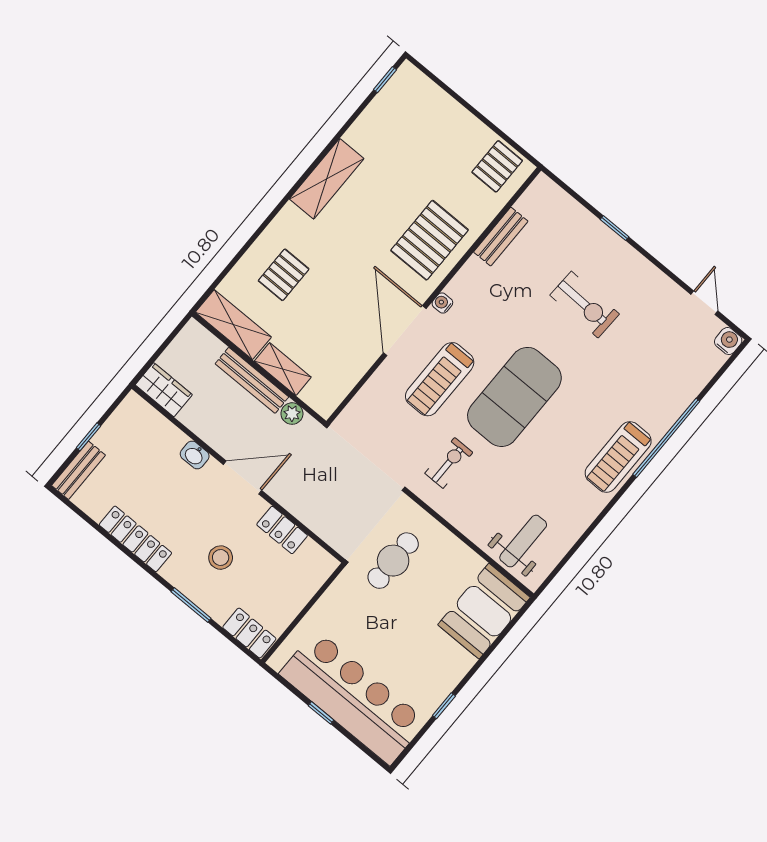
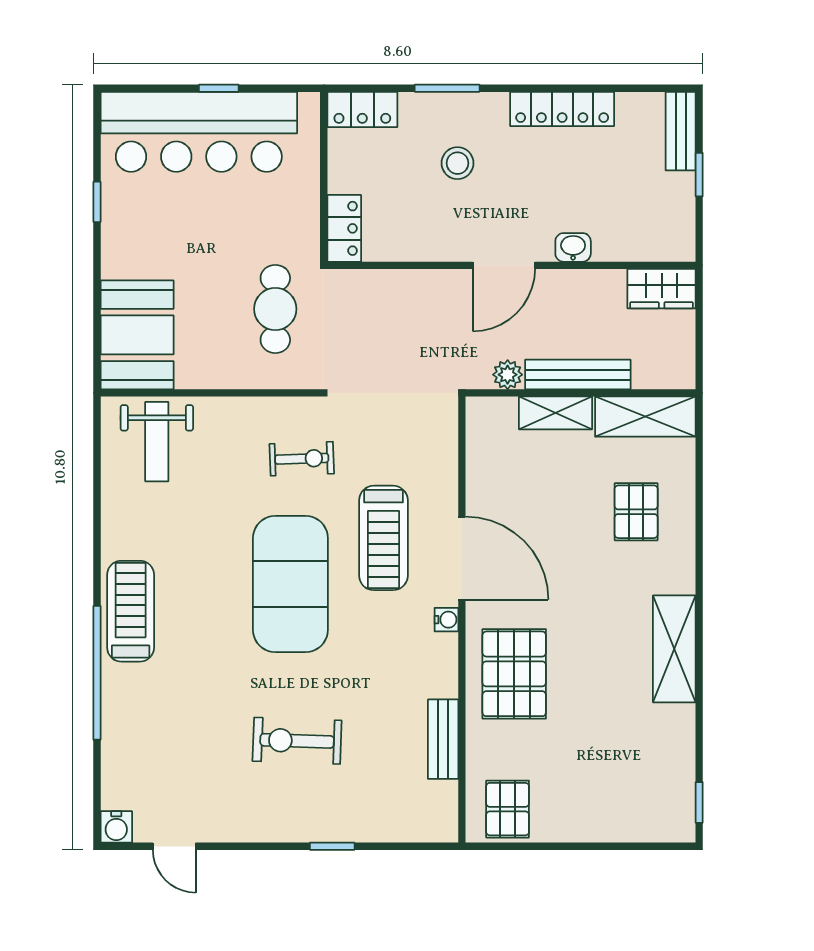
treadmill: (440, 379) -> (383, 538), turned 180
exercise bike: (449, 463) -> (302, 459), turned -92
locker: (282, 530) -> (344, 228), moved, turned 90

